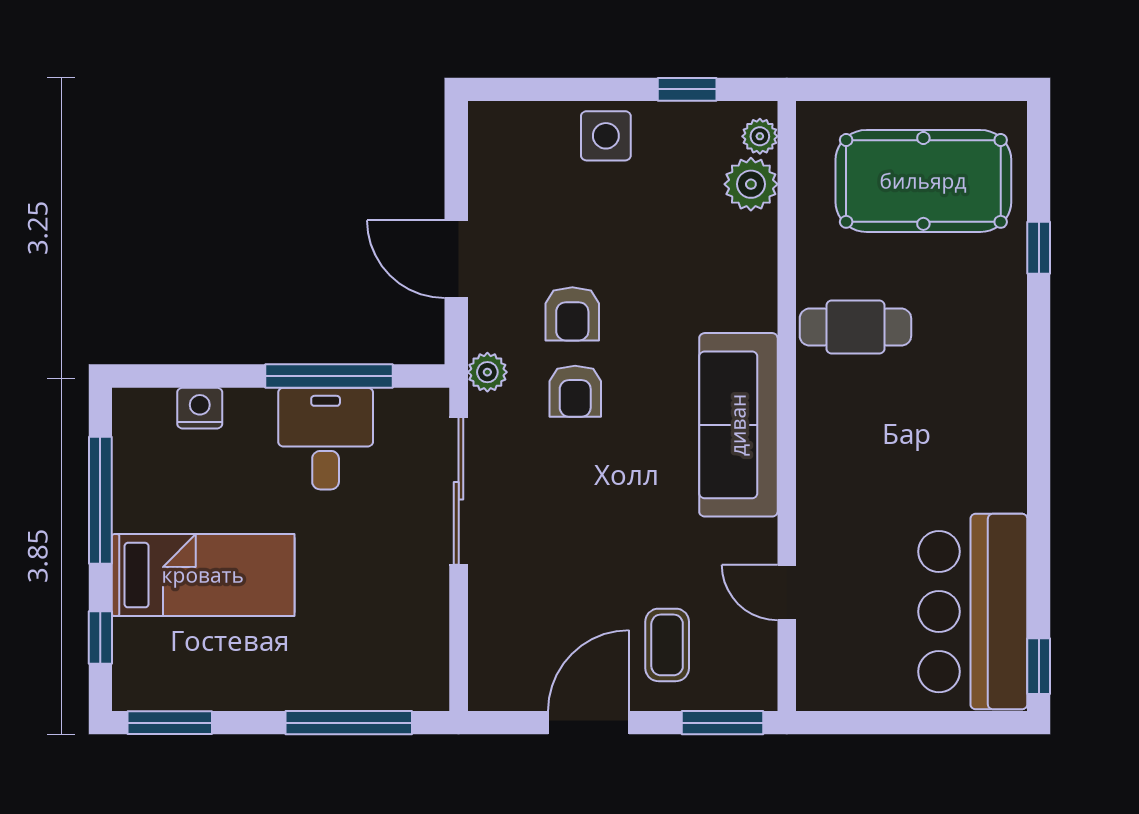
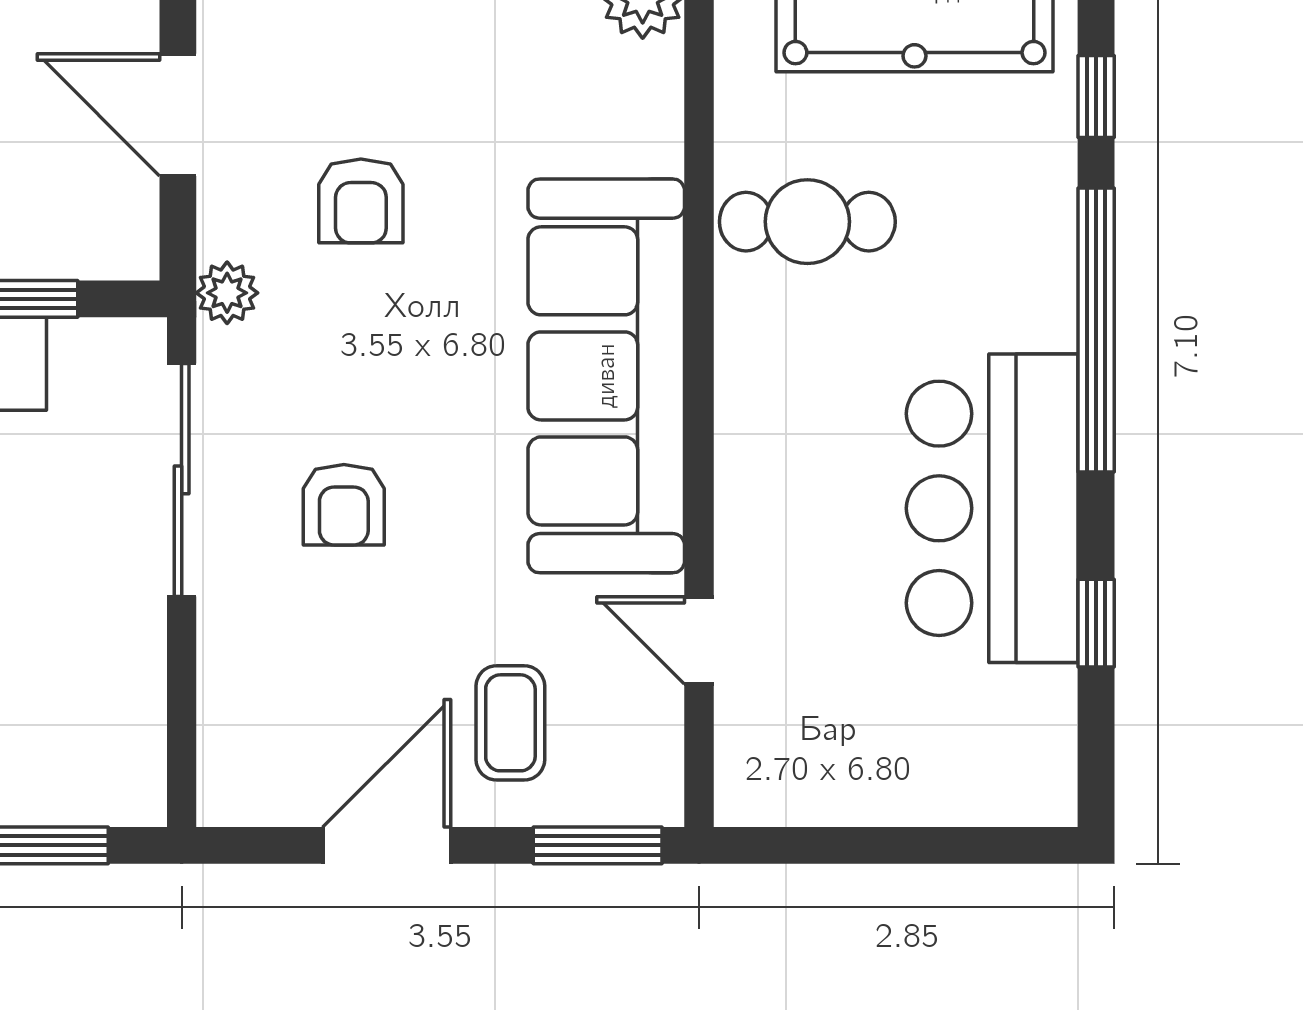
armchair: (575, 391) -> (344, 505), moved
window: (1039, 396) -> (1096, 330), added
sofa: (738, 425) -> (606, 376), width x1.36, depth x1.27
bar counter: (973, 612) -> (992, 508), moved
window: (1039, 666) -> (1096, 623), moved

